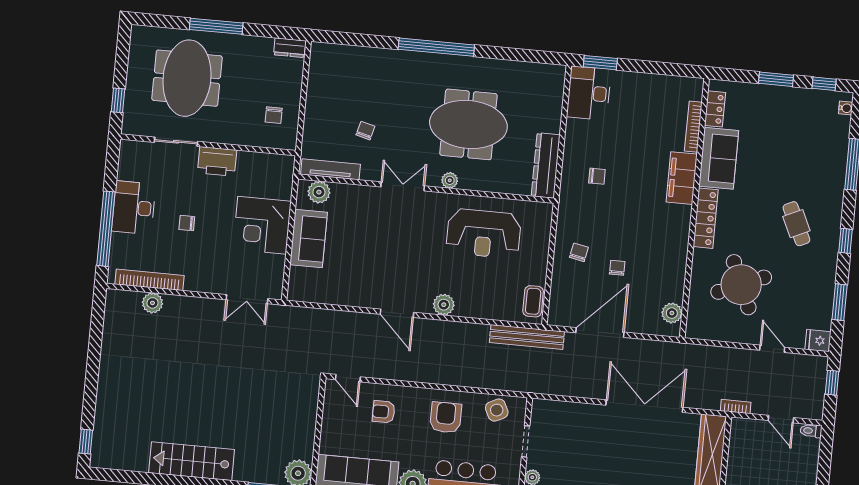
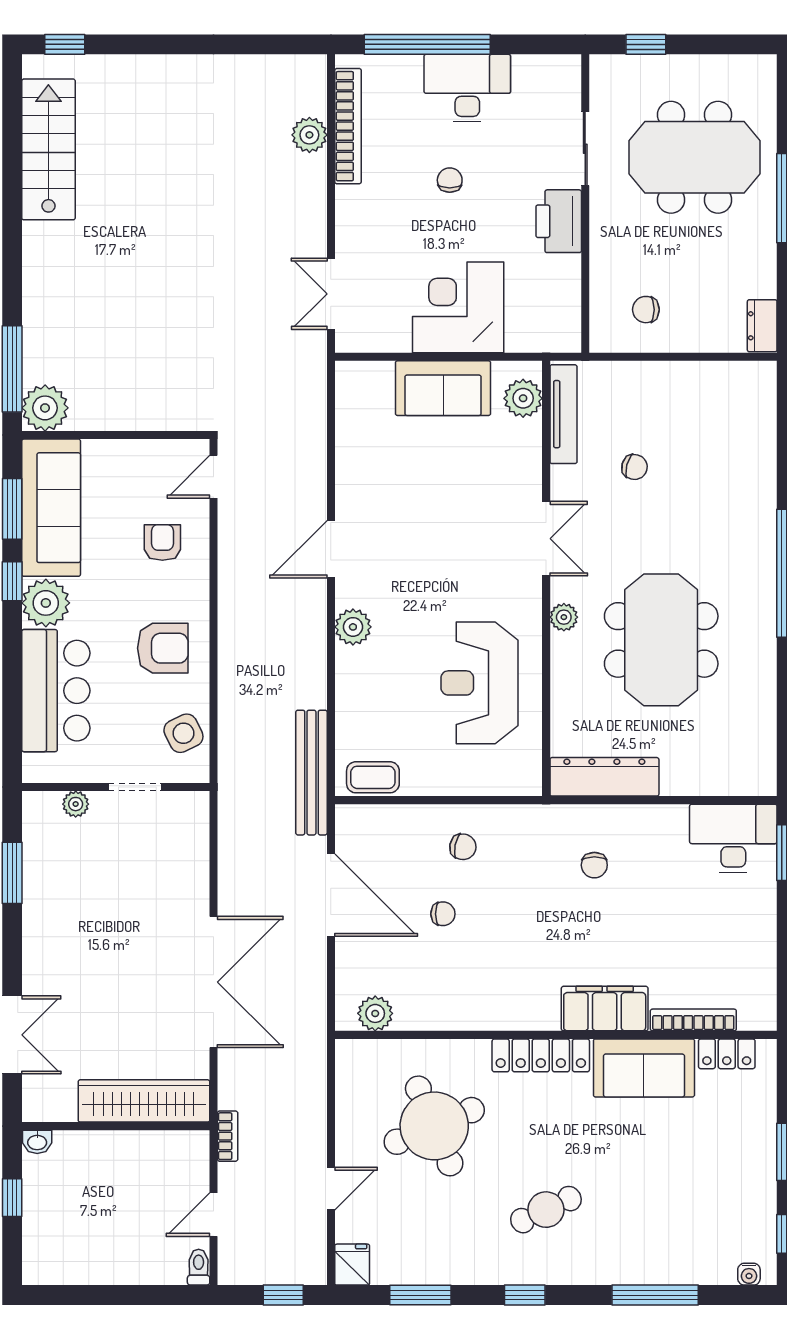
stairs: (192, 461) -> (48, 149), moved

